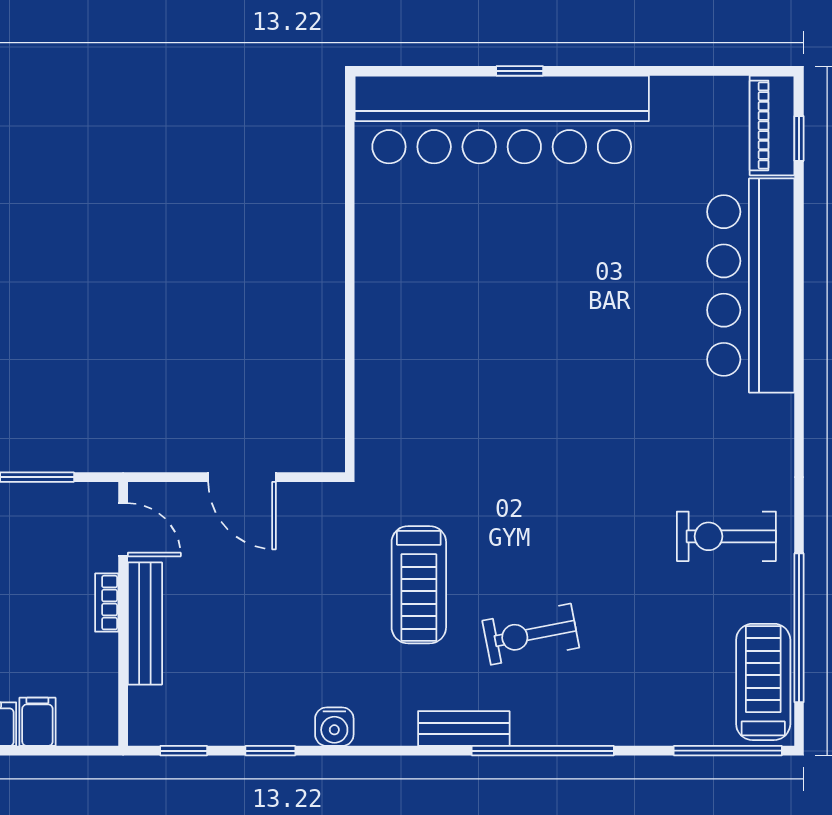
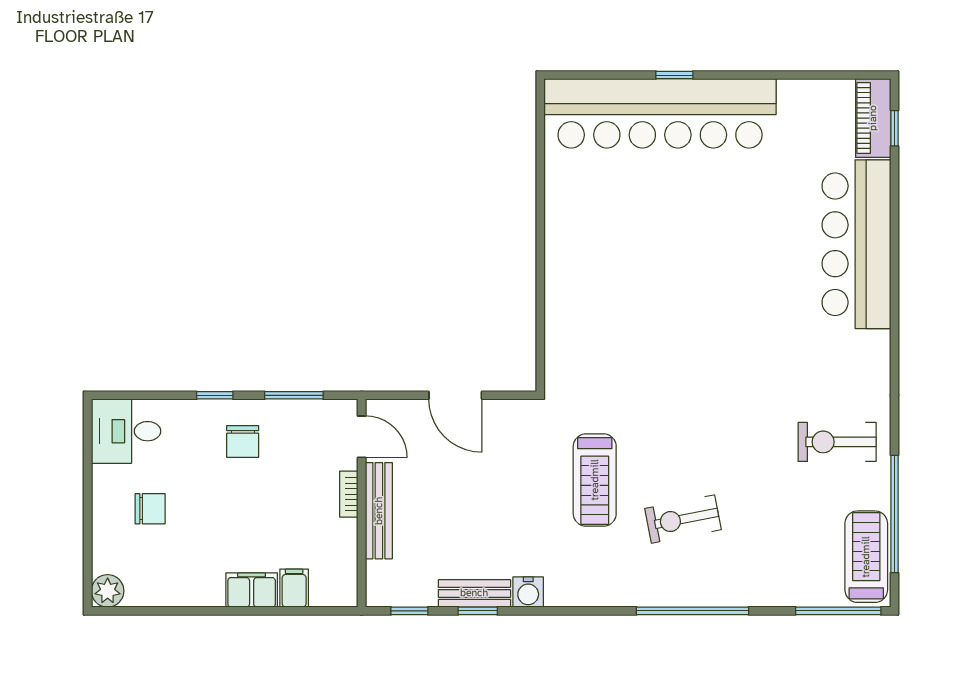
bench: (464, 729) -> (474, 593), moved

